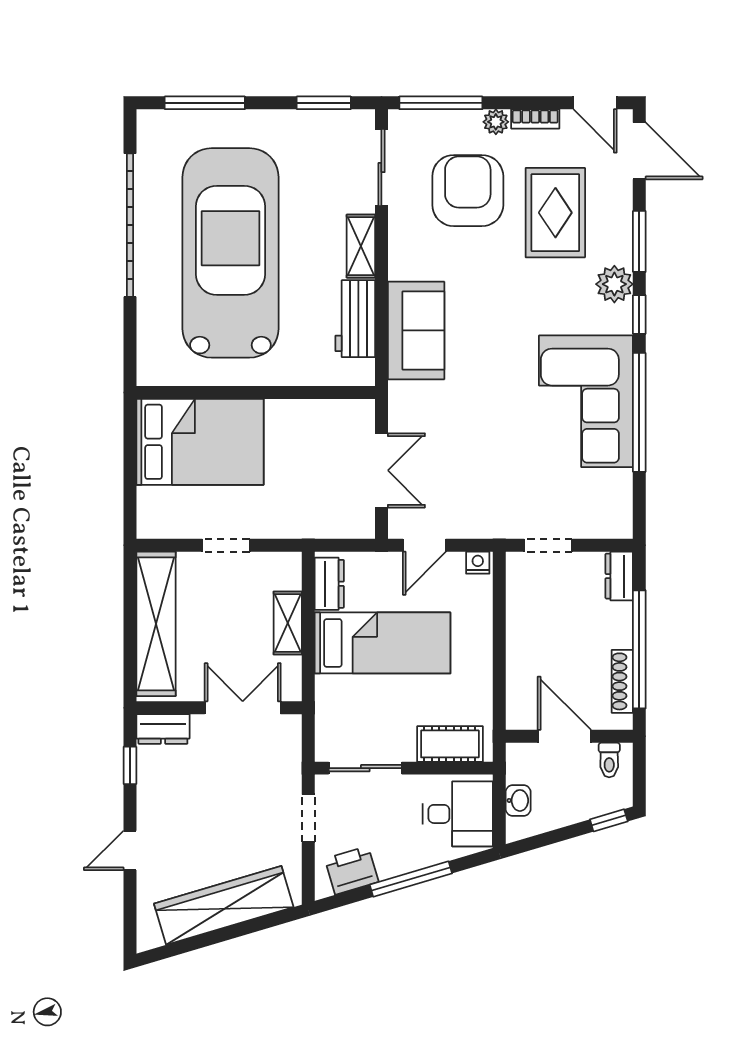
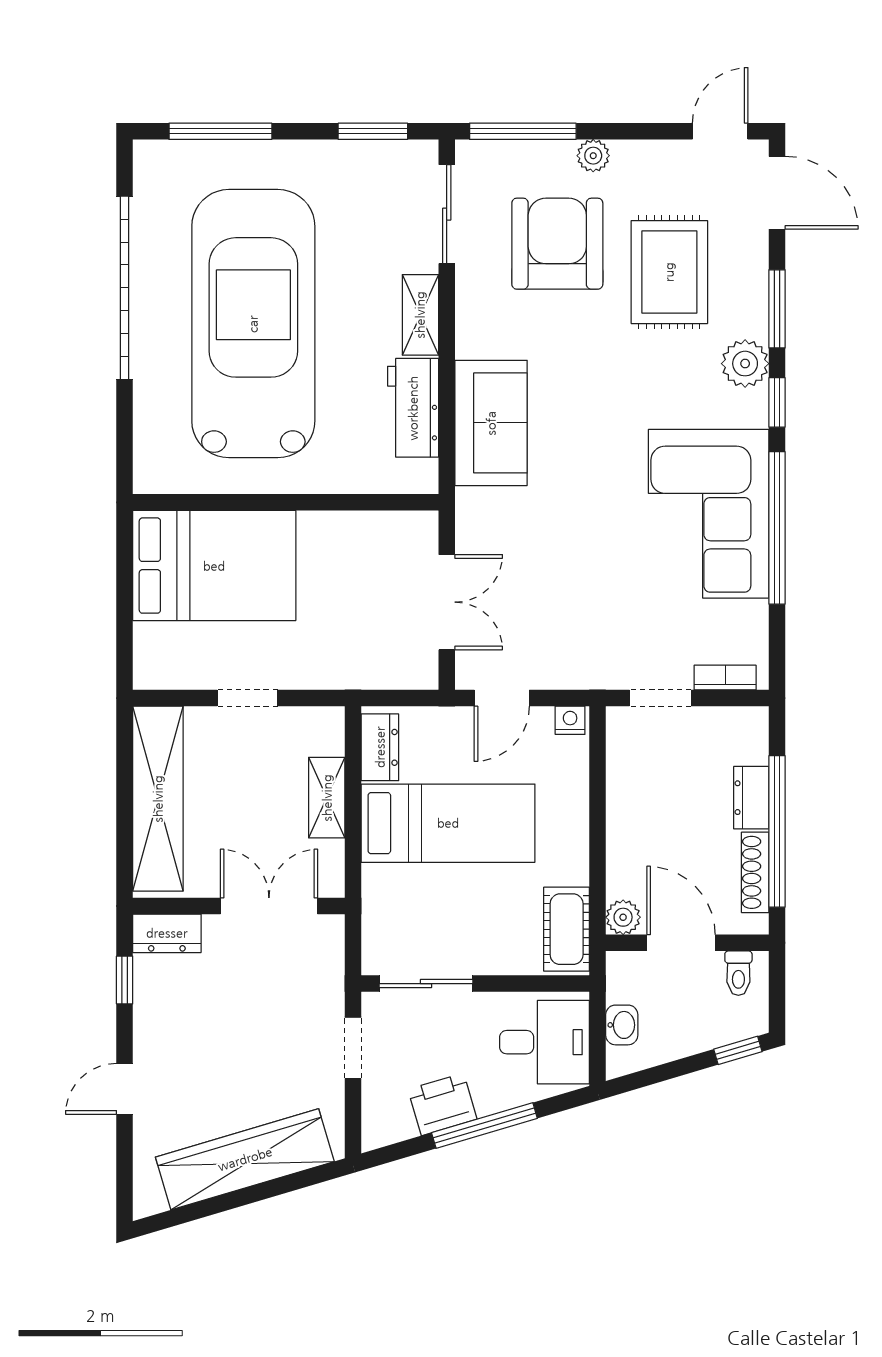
door: (595, 103) -> (720, 131), swing flipped
bookcase: (535, 119) -> (725, 678), moved, turned 180
dresser: (619, 576) -> (751, 798), moved
plant: (519, 716) -> (623, 917), added
cot: (450, 744) -> (567, 929), moved, turned 90
printer: (352, 870) -> (442, 1104), moved

